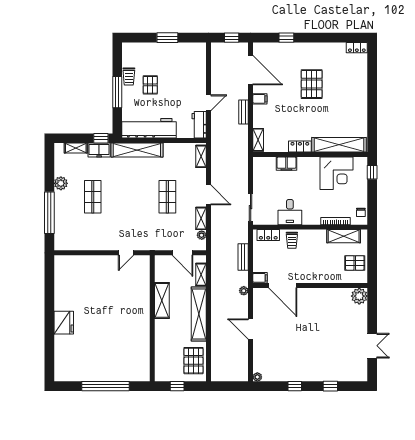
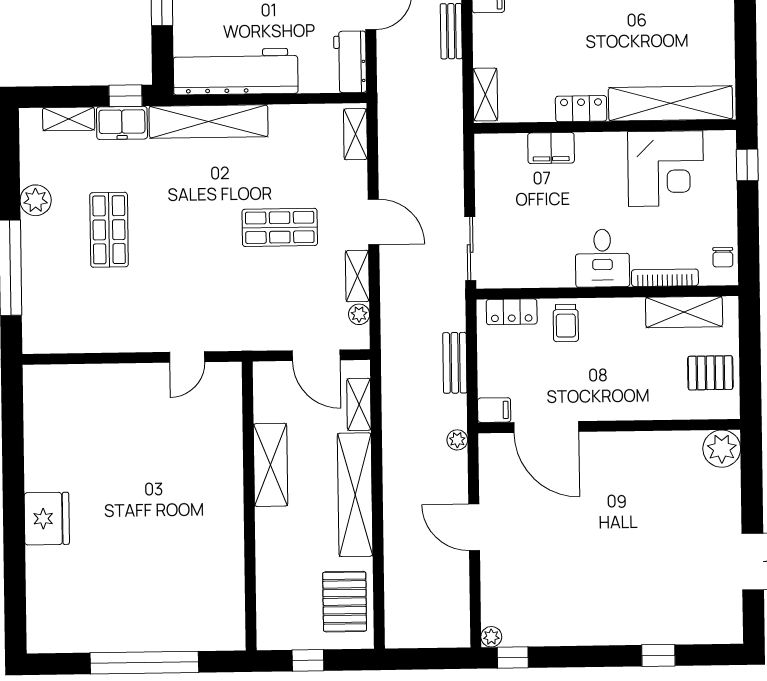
shop shelf: (167, 197) -> (280, 227), turned 90
desk: (290, 212) -> (602, 258), moved
window: (295, 386) -> (513, 657), moved

